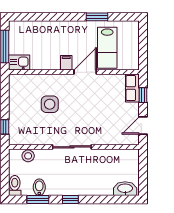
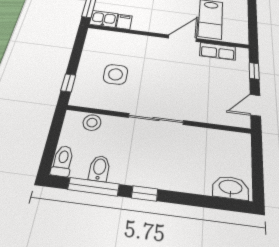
filing cabinet: (66, 63) -> (124, 22), moved
row of seats: (132, 88) -> (218, 51), moved, turned -90
side table: (50, 104) -> (116, 74), moved
window: (38, 199) -> (94, 187), width x1.44

